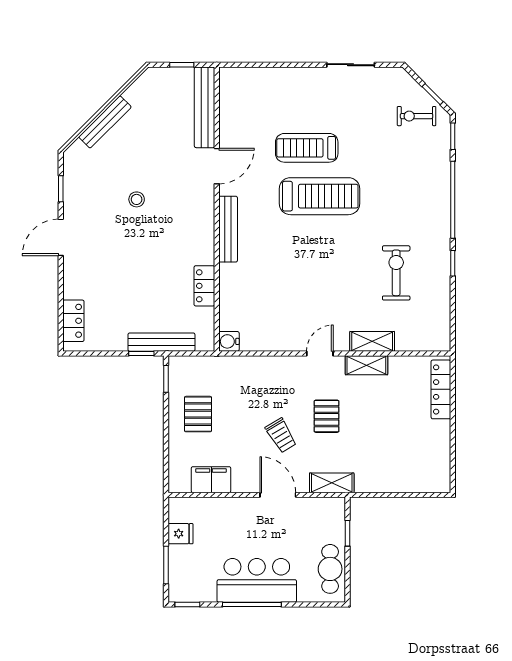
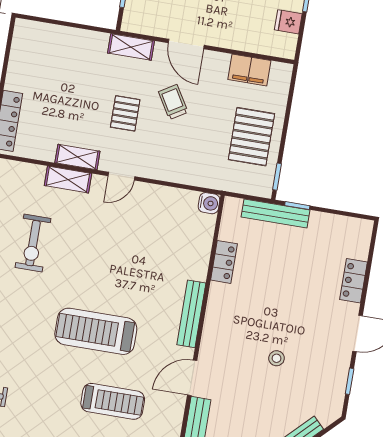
treadmill: (307, 148) -> (113, 401), moved
locker: (73, 321) -> (354, 281), moved
pallet: (198, 414) -> (251, 137), width x1.50, depth x1.42

